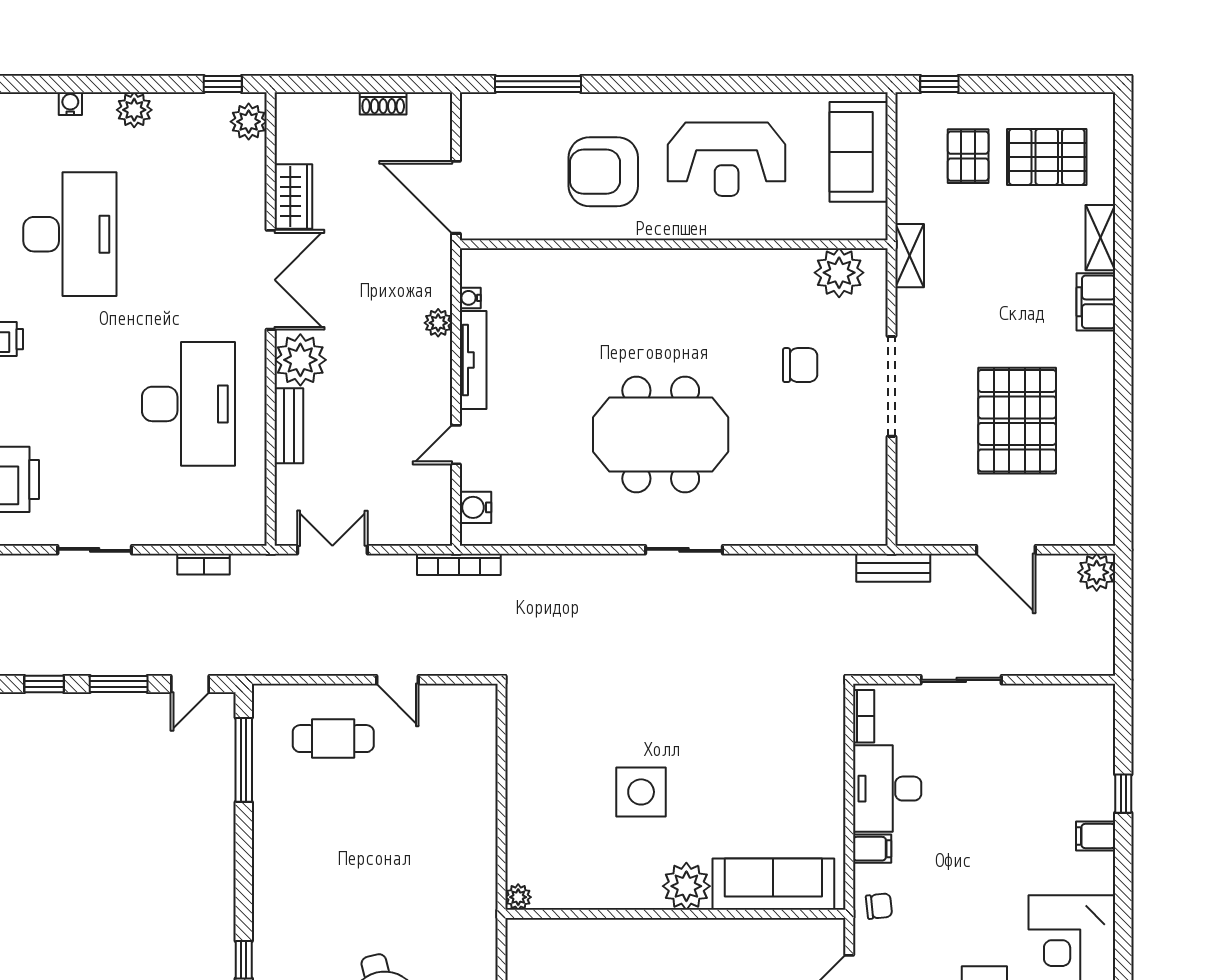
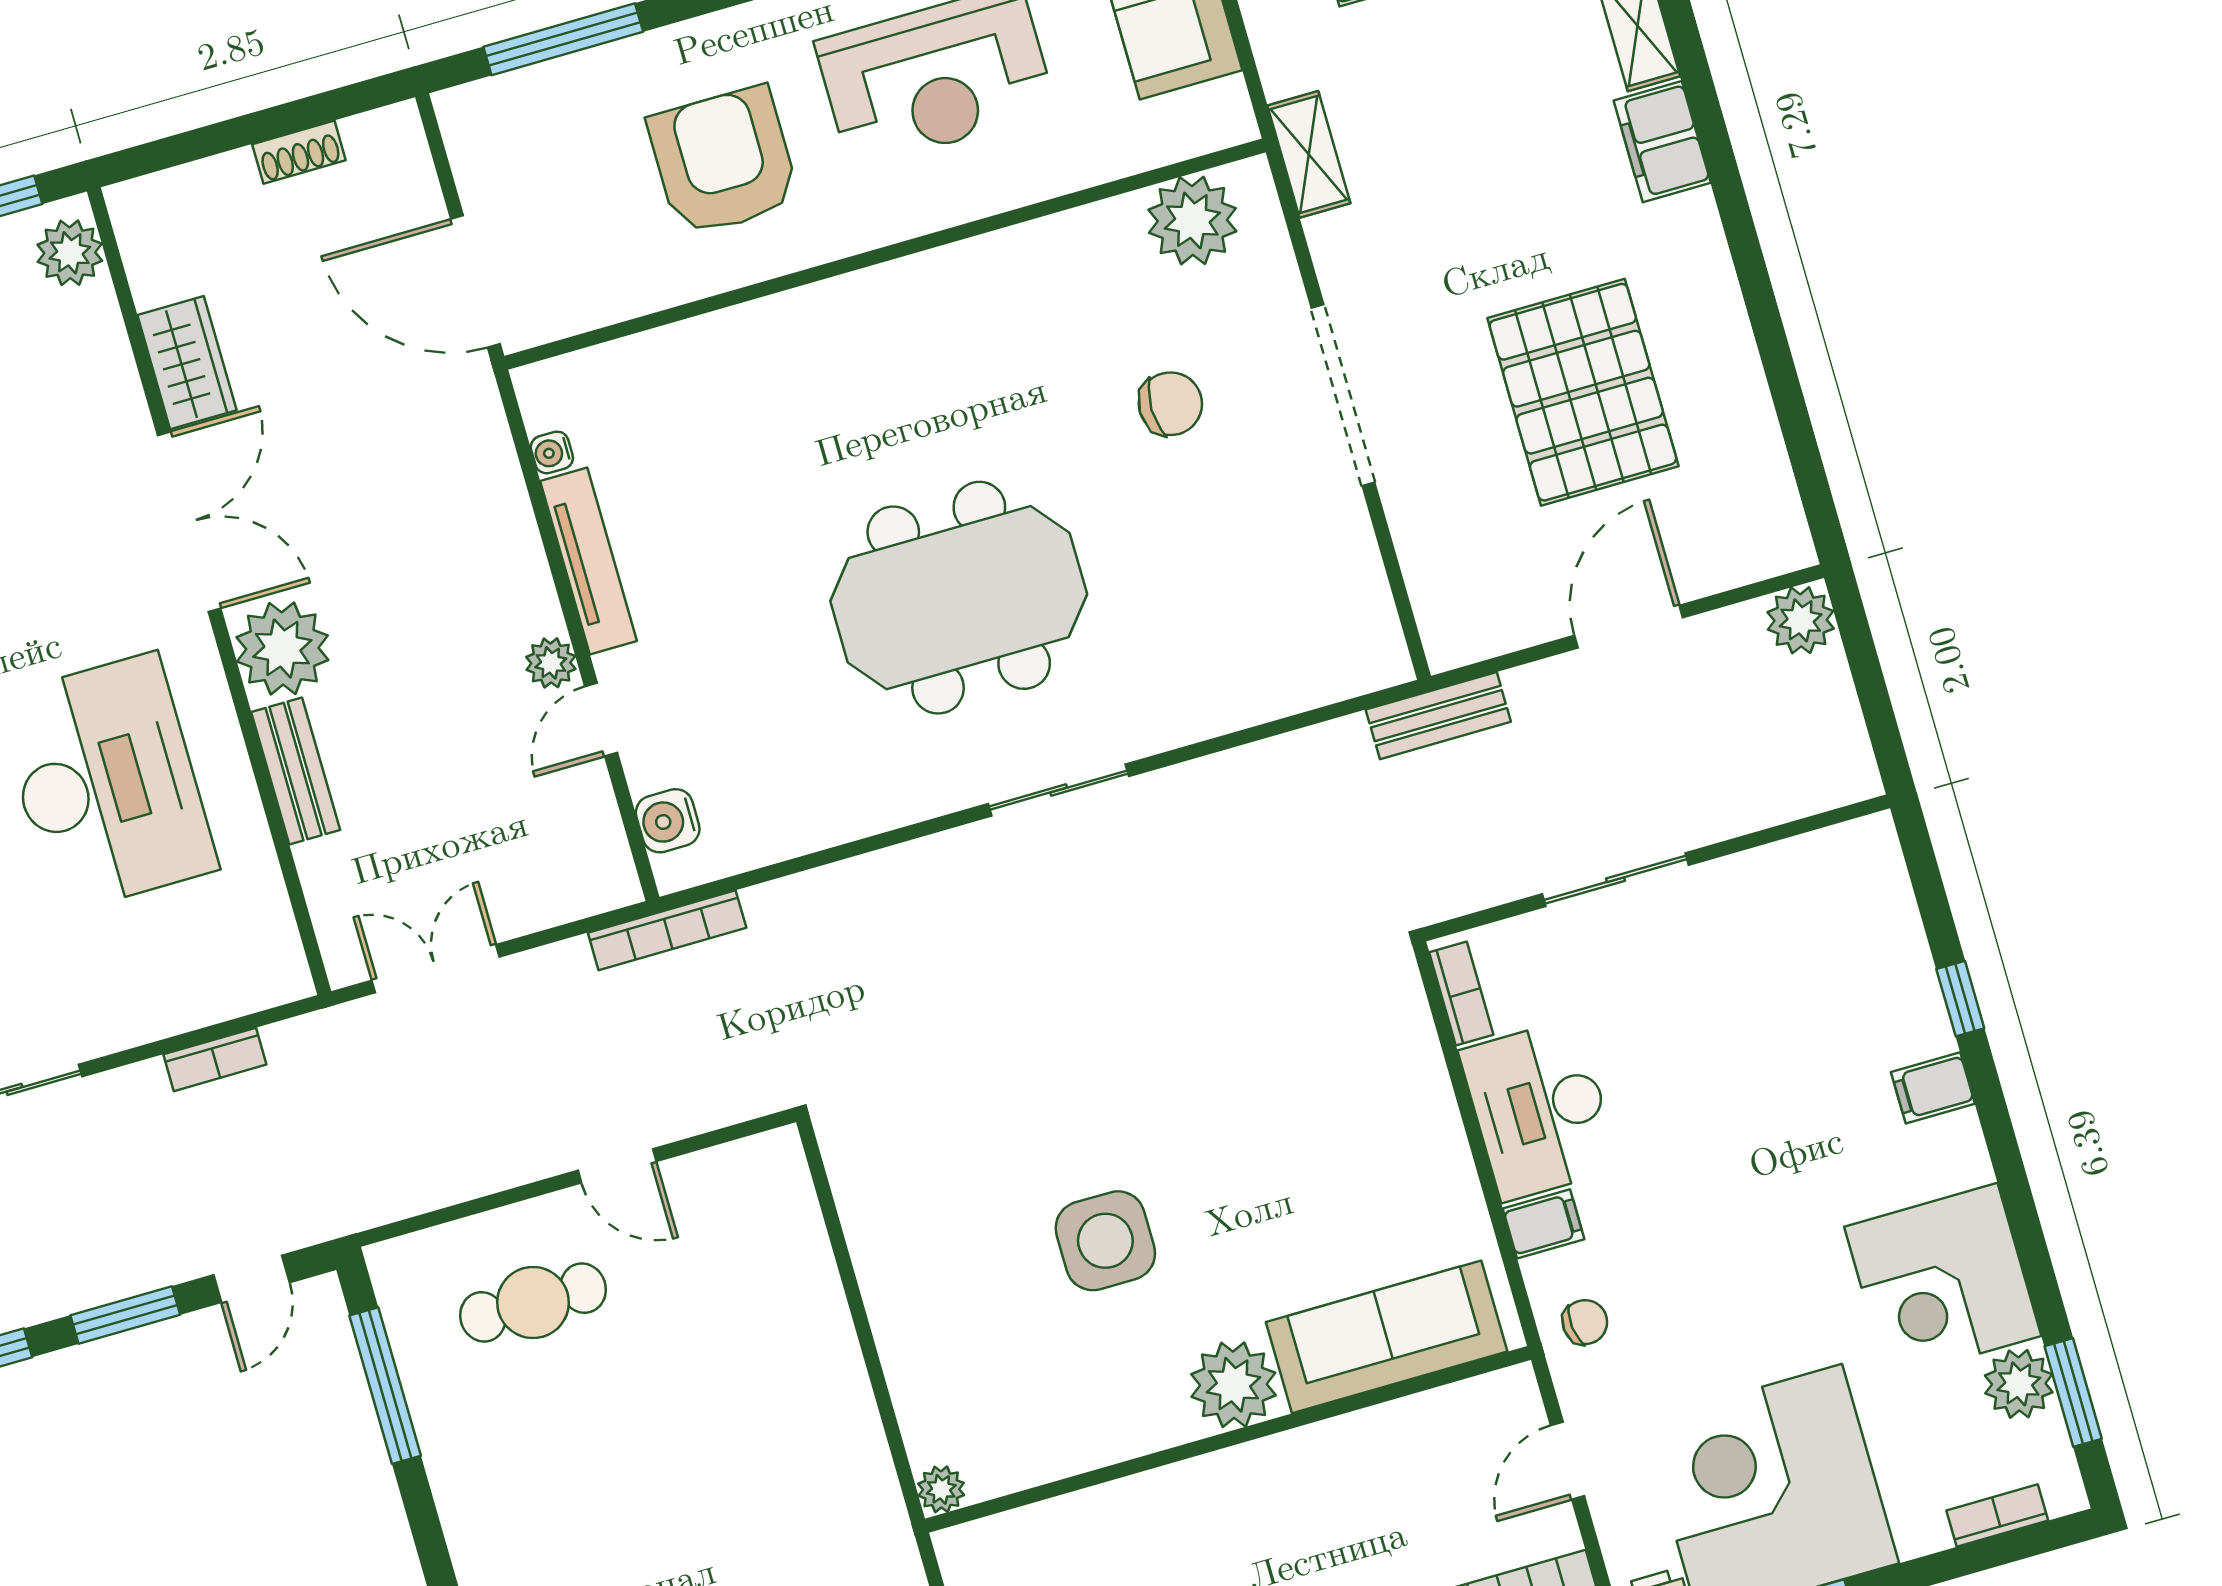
armchair: (603, 172) -> (724, 161), turned 90
plant: (438, 323) -> (551, 663), moved
door: (1006, 550) -> (1629, 627), swing flipped

